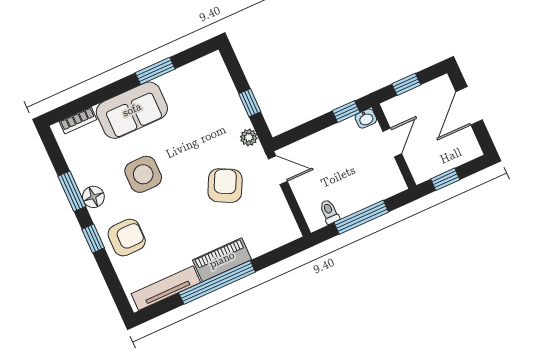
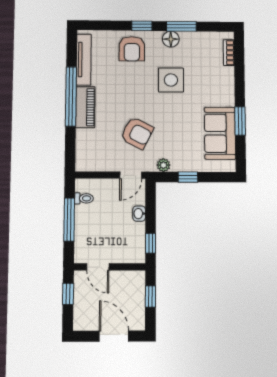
sofa: (132, 110) -> (220, 133), moved
washbasin: (366, 118) -> (139, 214), moved
door: (392, 143) -> (98, 267), moved

